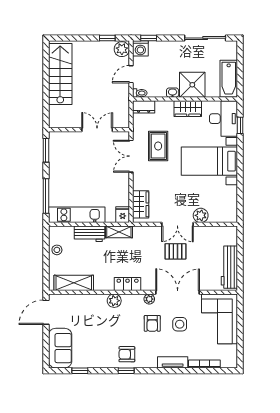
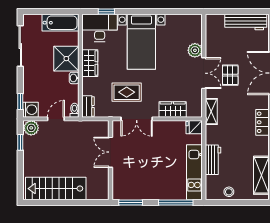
door: (131, 74) -> (56, 119), swing flipped
wardrobe: (141, 204) -> (173, 109), moved
shelving: (119, 232) -> (211, 112), moved

